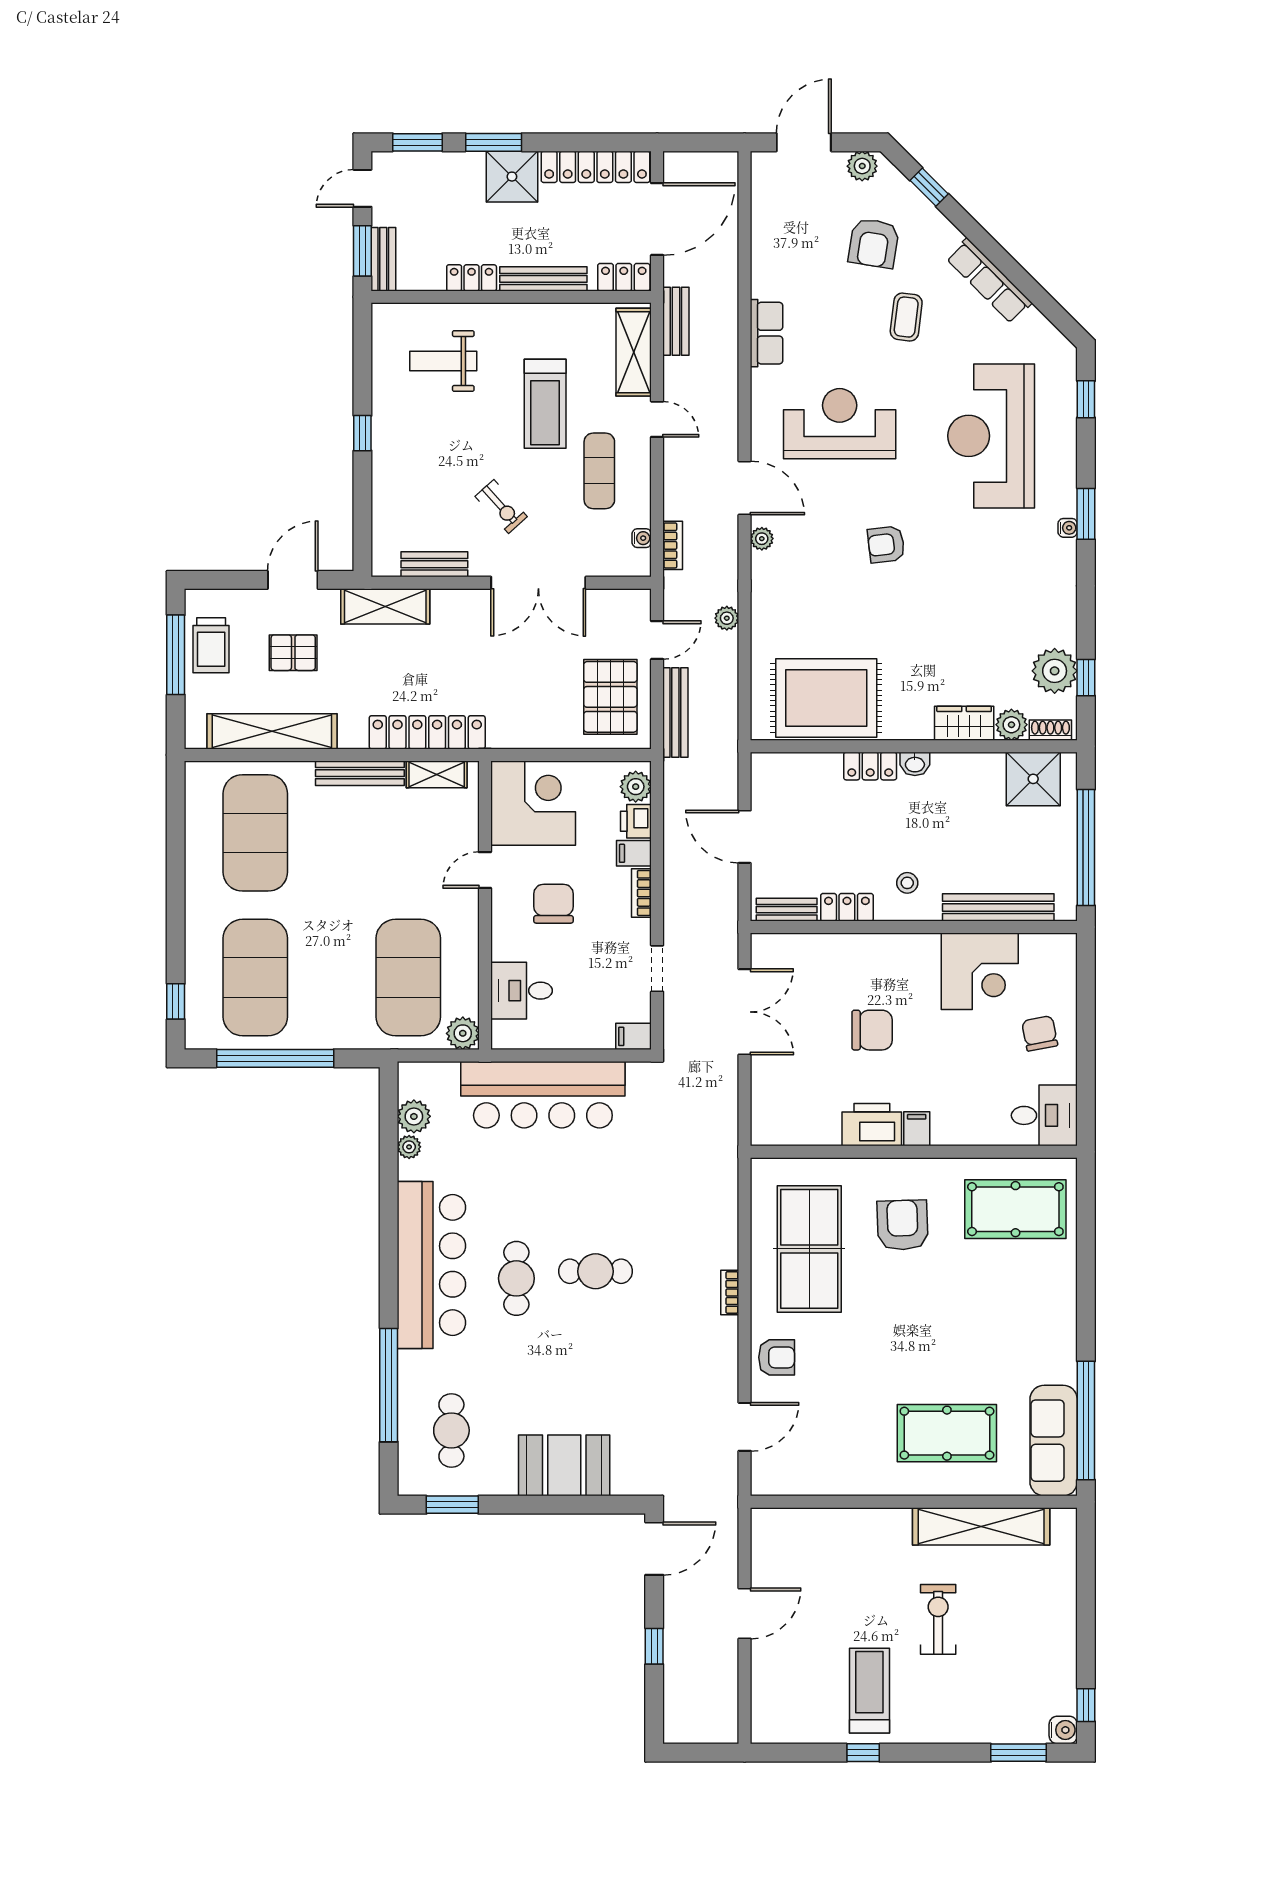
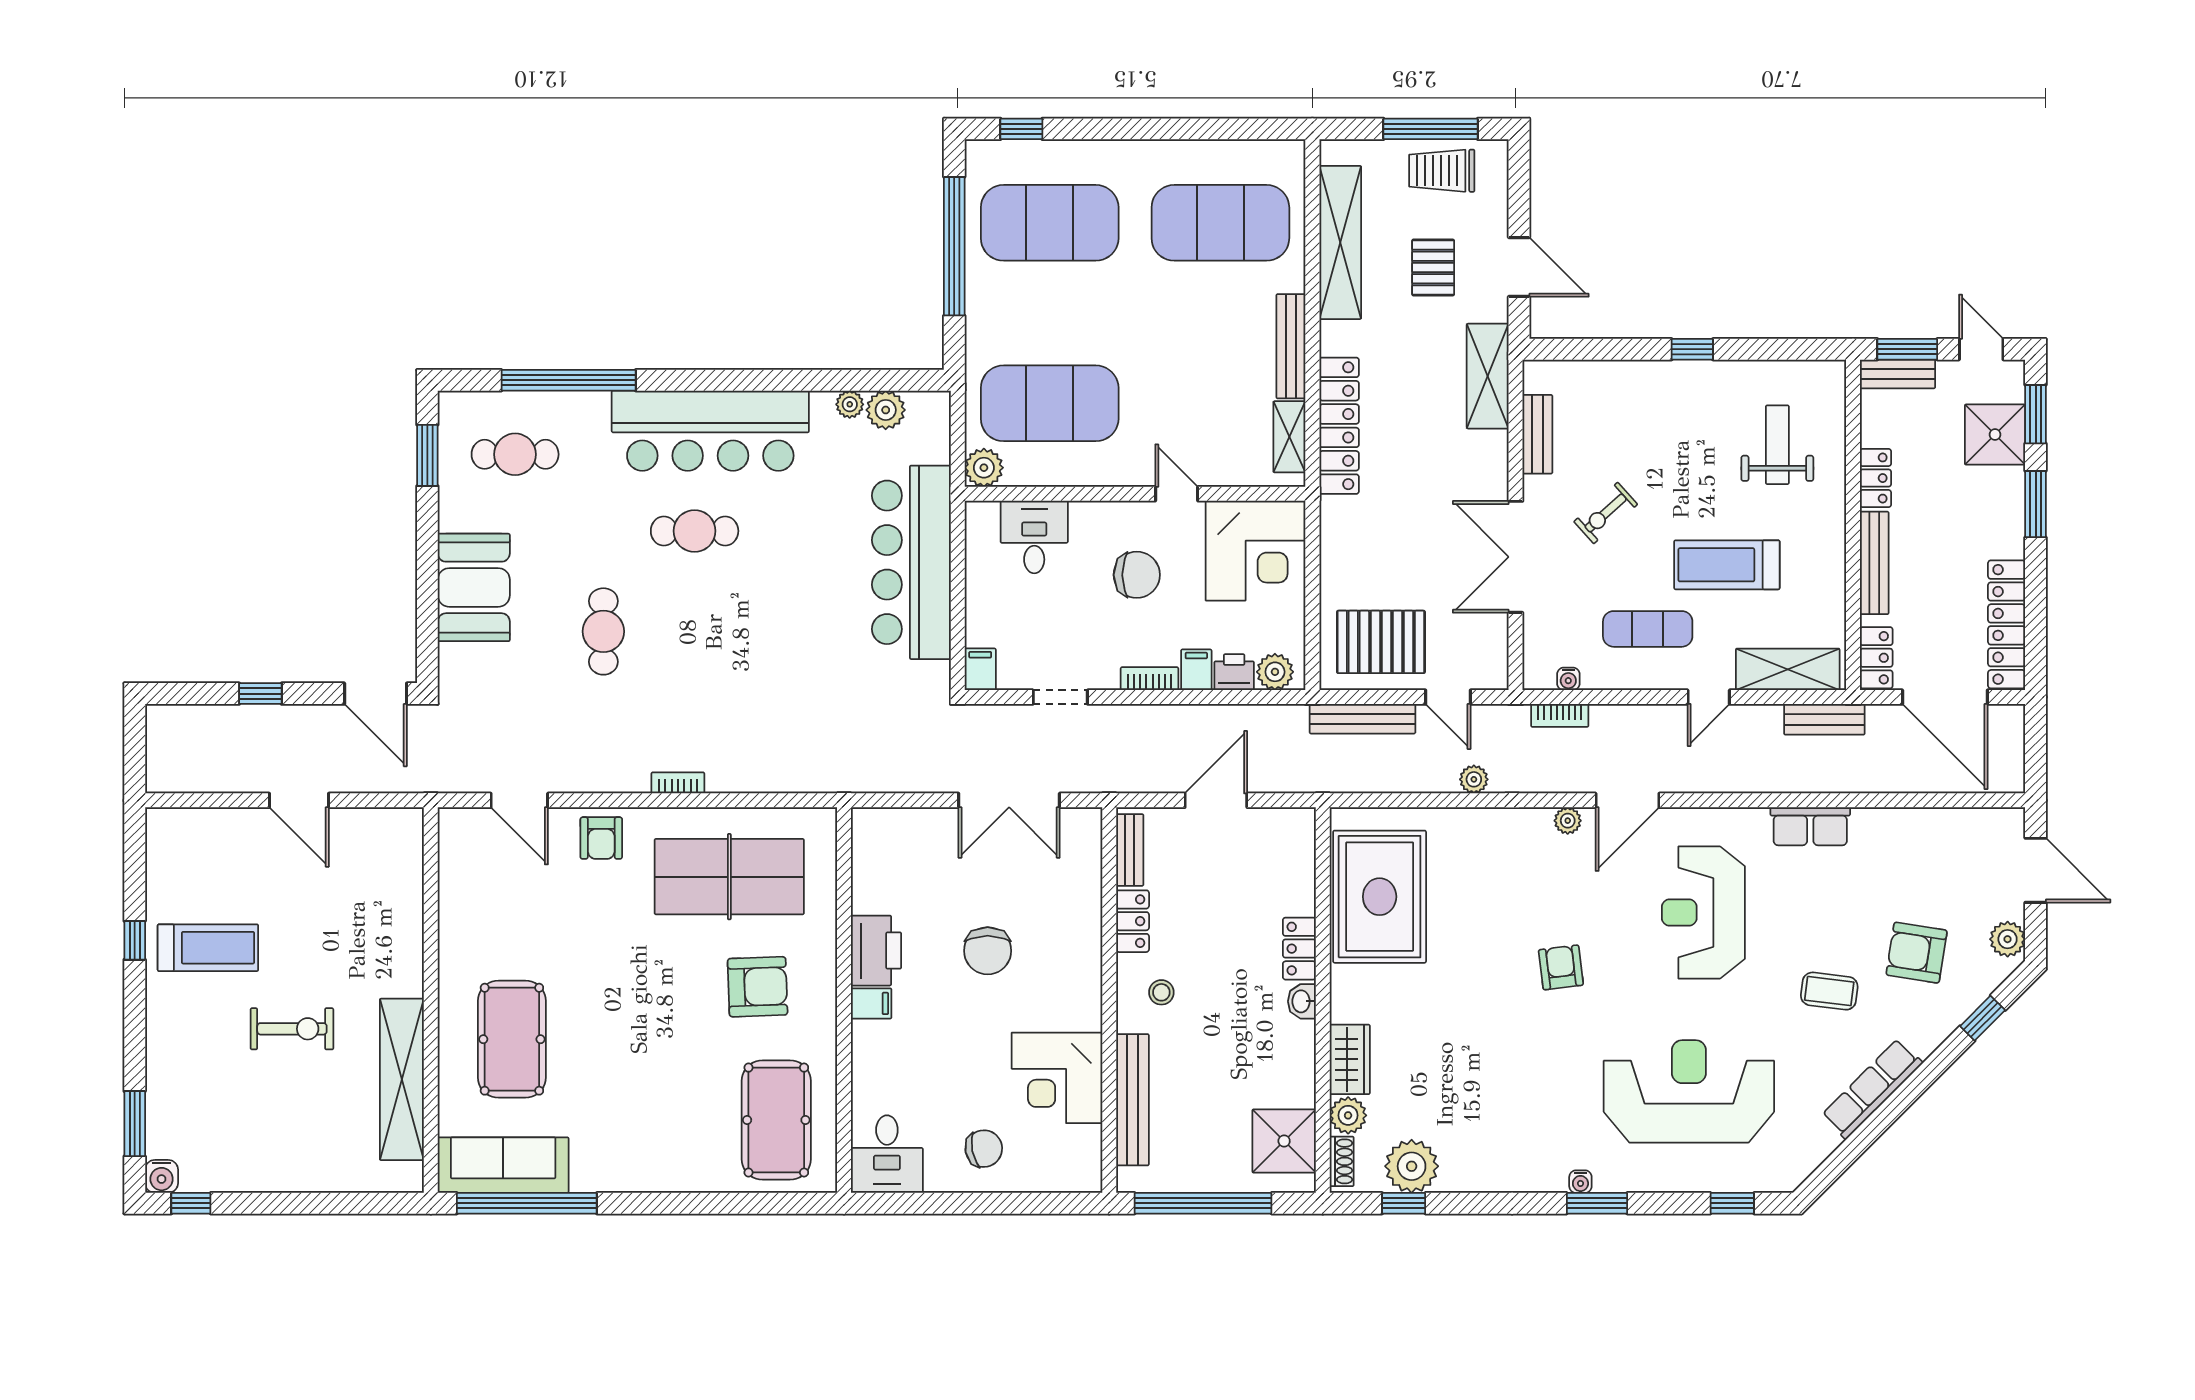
shower: (512, 177) -> (1995, 435), moved
reception desk: (840, 424) -> (1703, 913), turned 180
cafe table: (596, 1271) -> (603, 631), moved

